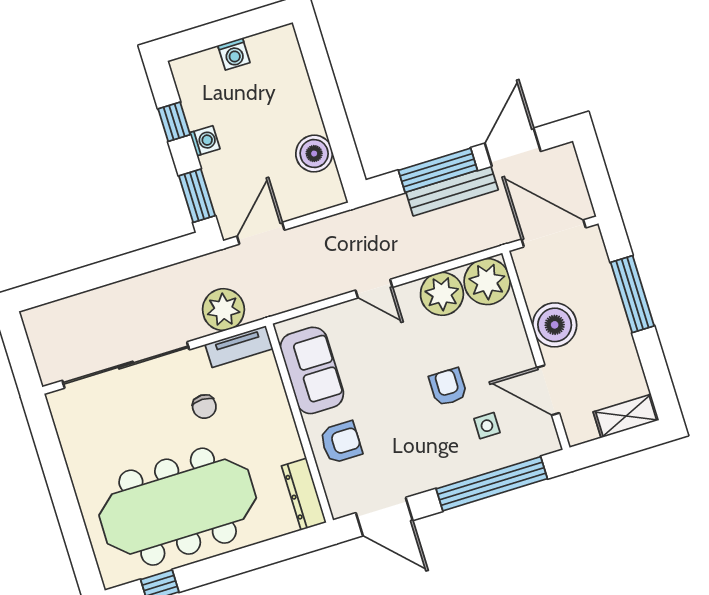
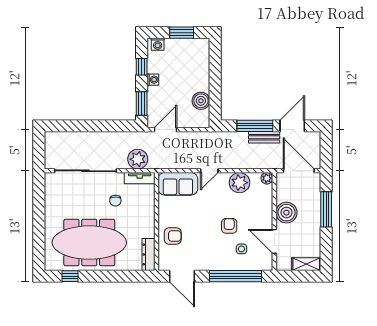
window: (233, 28) -> (182, 33), added
washing machine: (234, 54) -> (158, 44), moved
bench: (452, 191) -> (264, 137), width x0.73
plant: (487, 282) -> (267, 178), width x0.53, depth x0.53
door: (374, 289) -> (209, 171), hinge flipped
sofa: (312, 370) -> (178, 184), moved, turned 90

